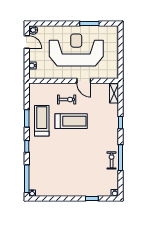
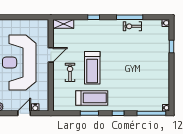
door: (27, 42) -> (24, 113), moved
treadmill: (42, 121) -> (92, 98), turned 180
treadmill: (71, 121) -> (92, 68), turned 180

